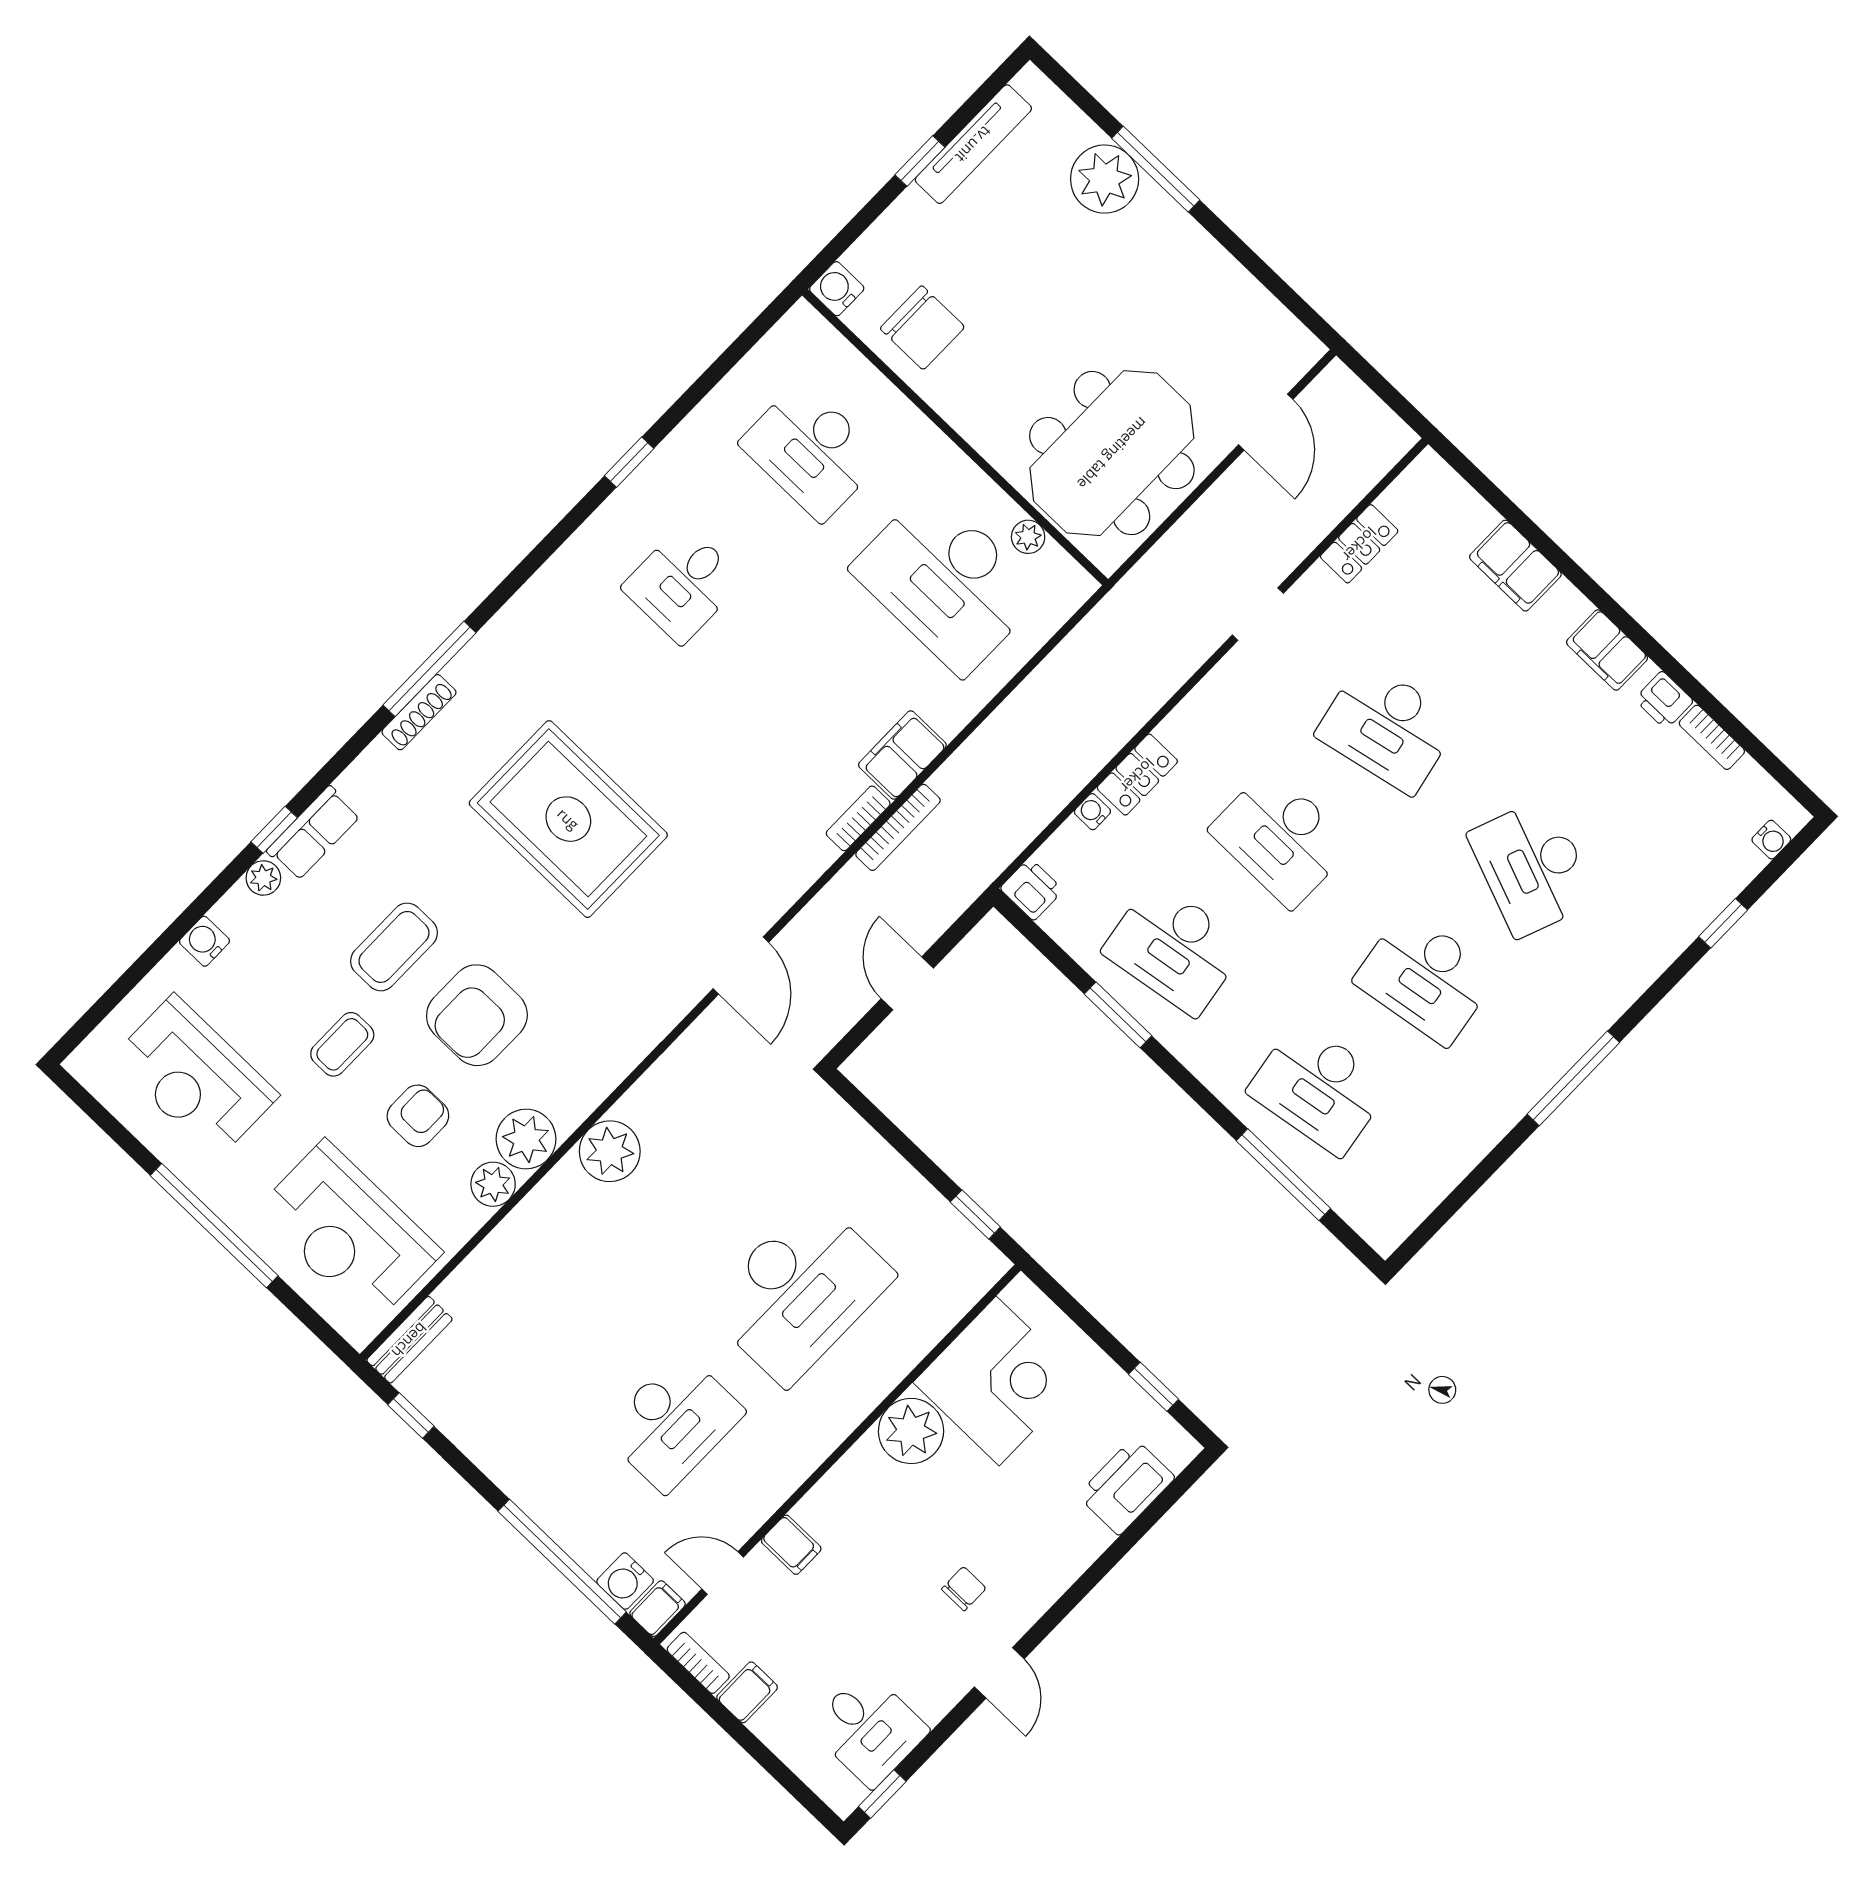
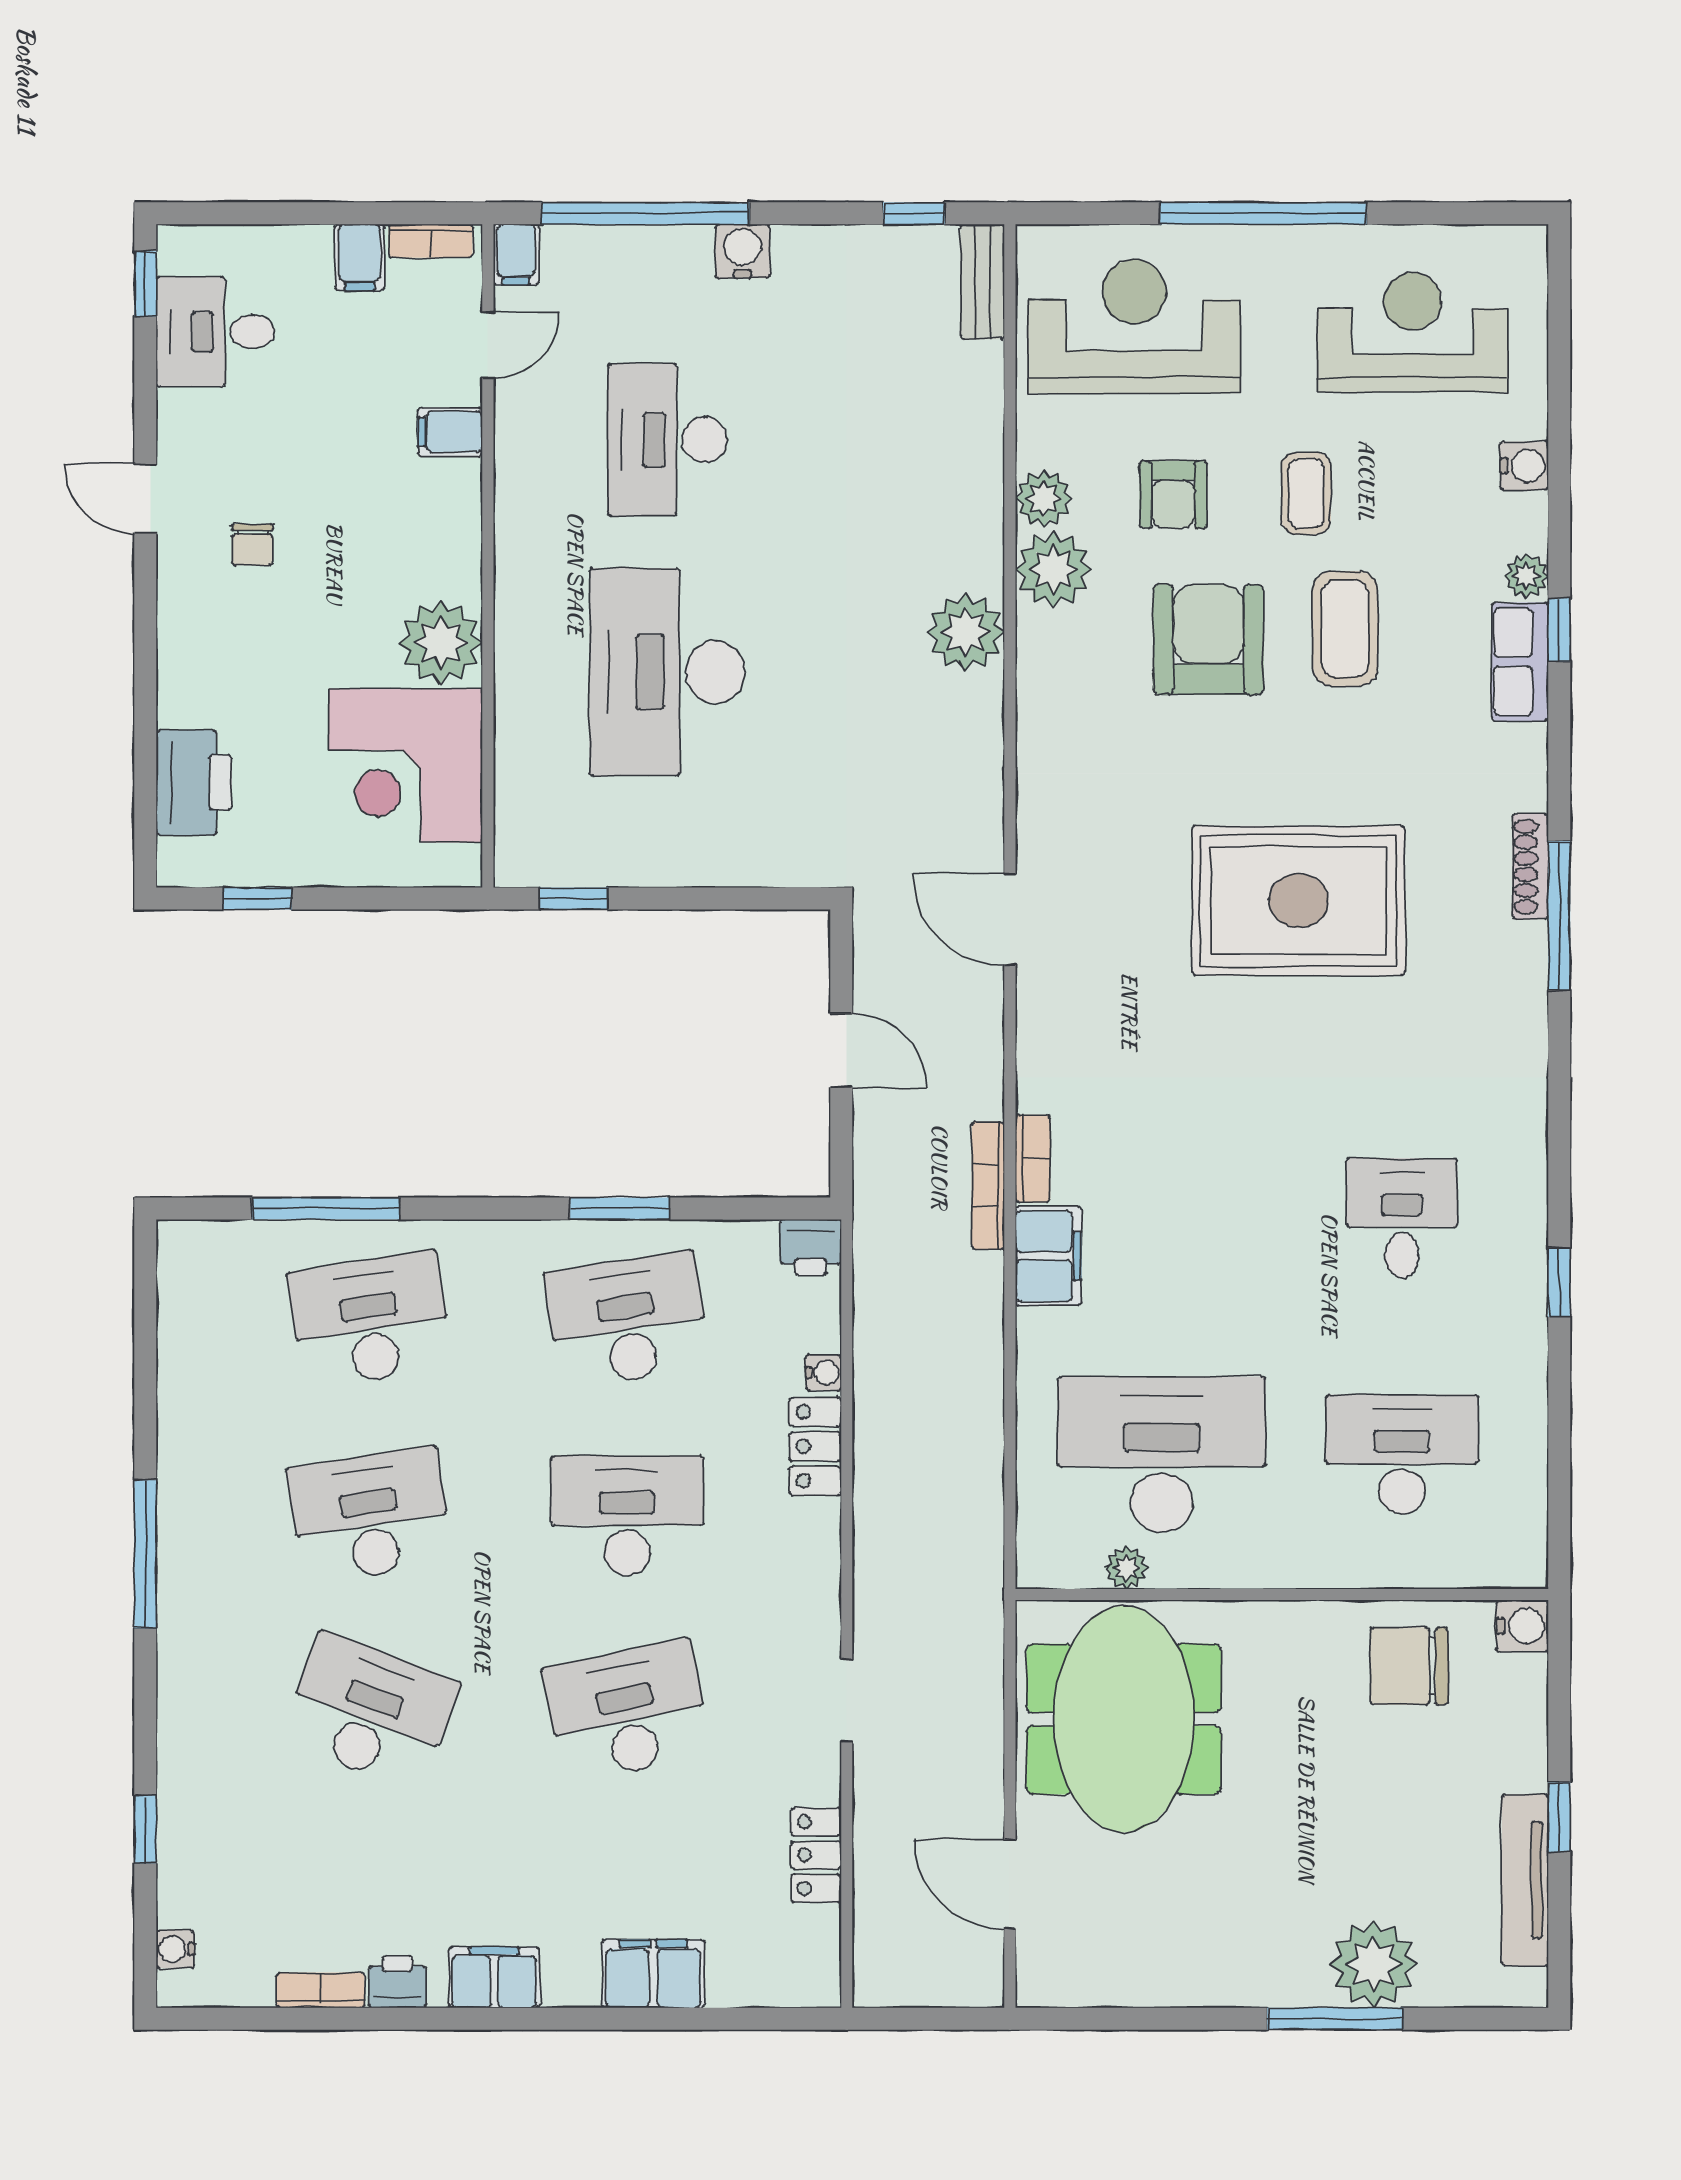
water cooler: (625, 1581) -> (743, 251), moved

